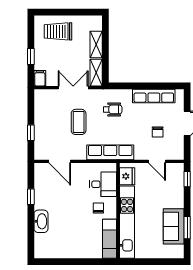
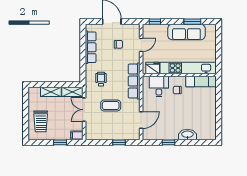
sofa: (174, 226) -> (186, 32), width x1.36

